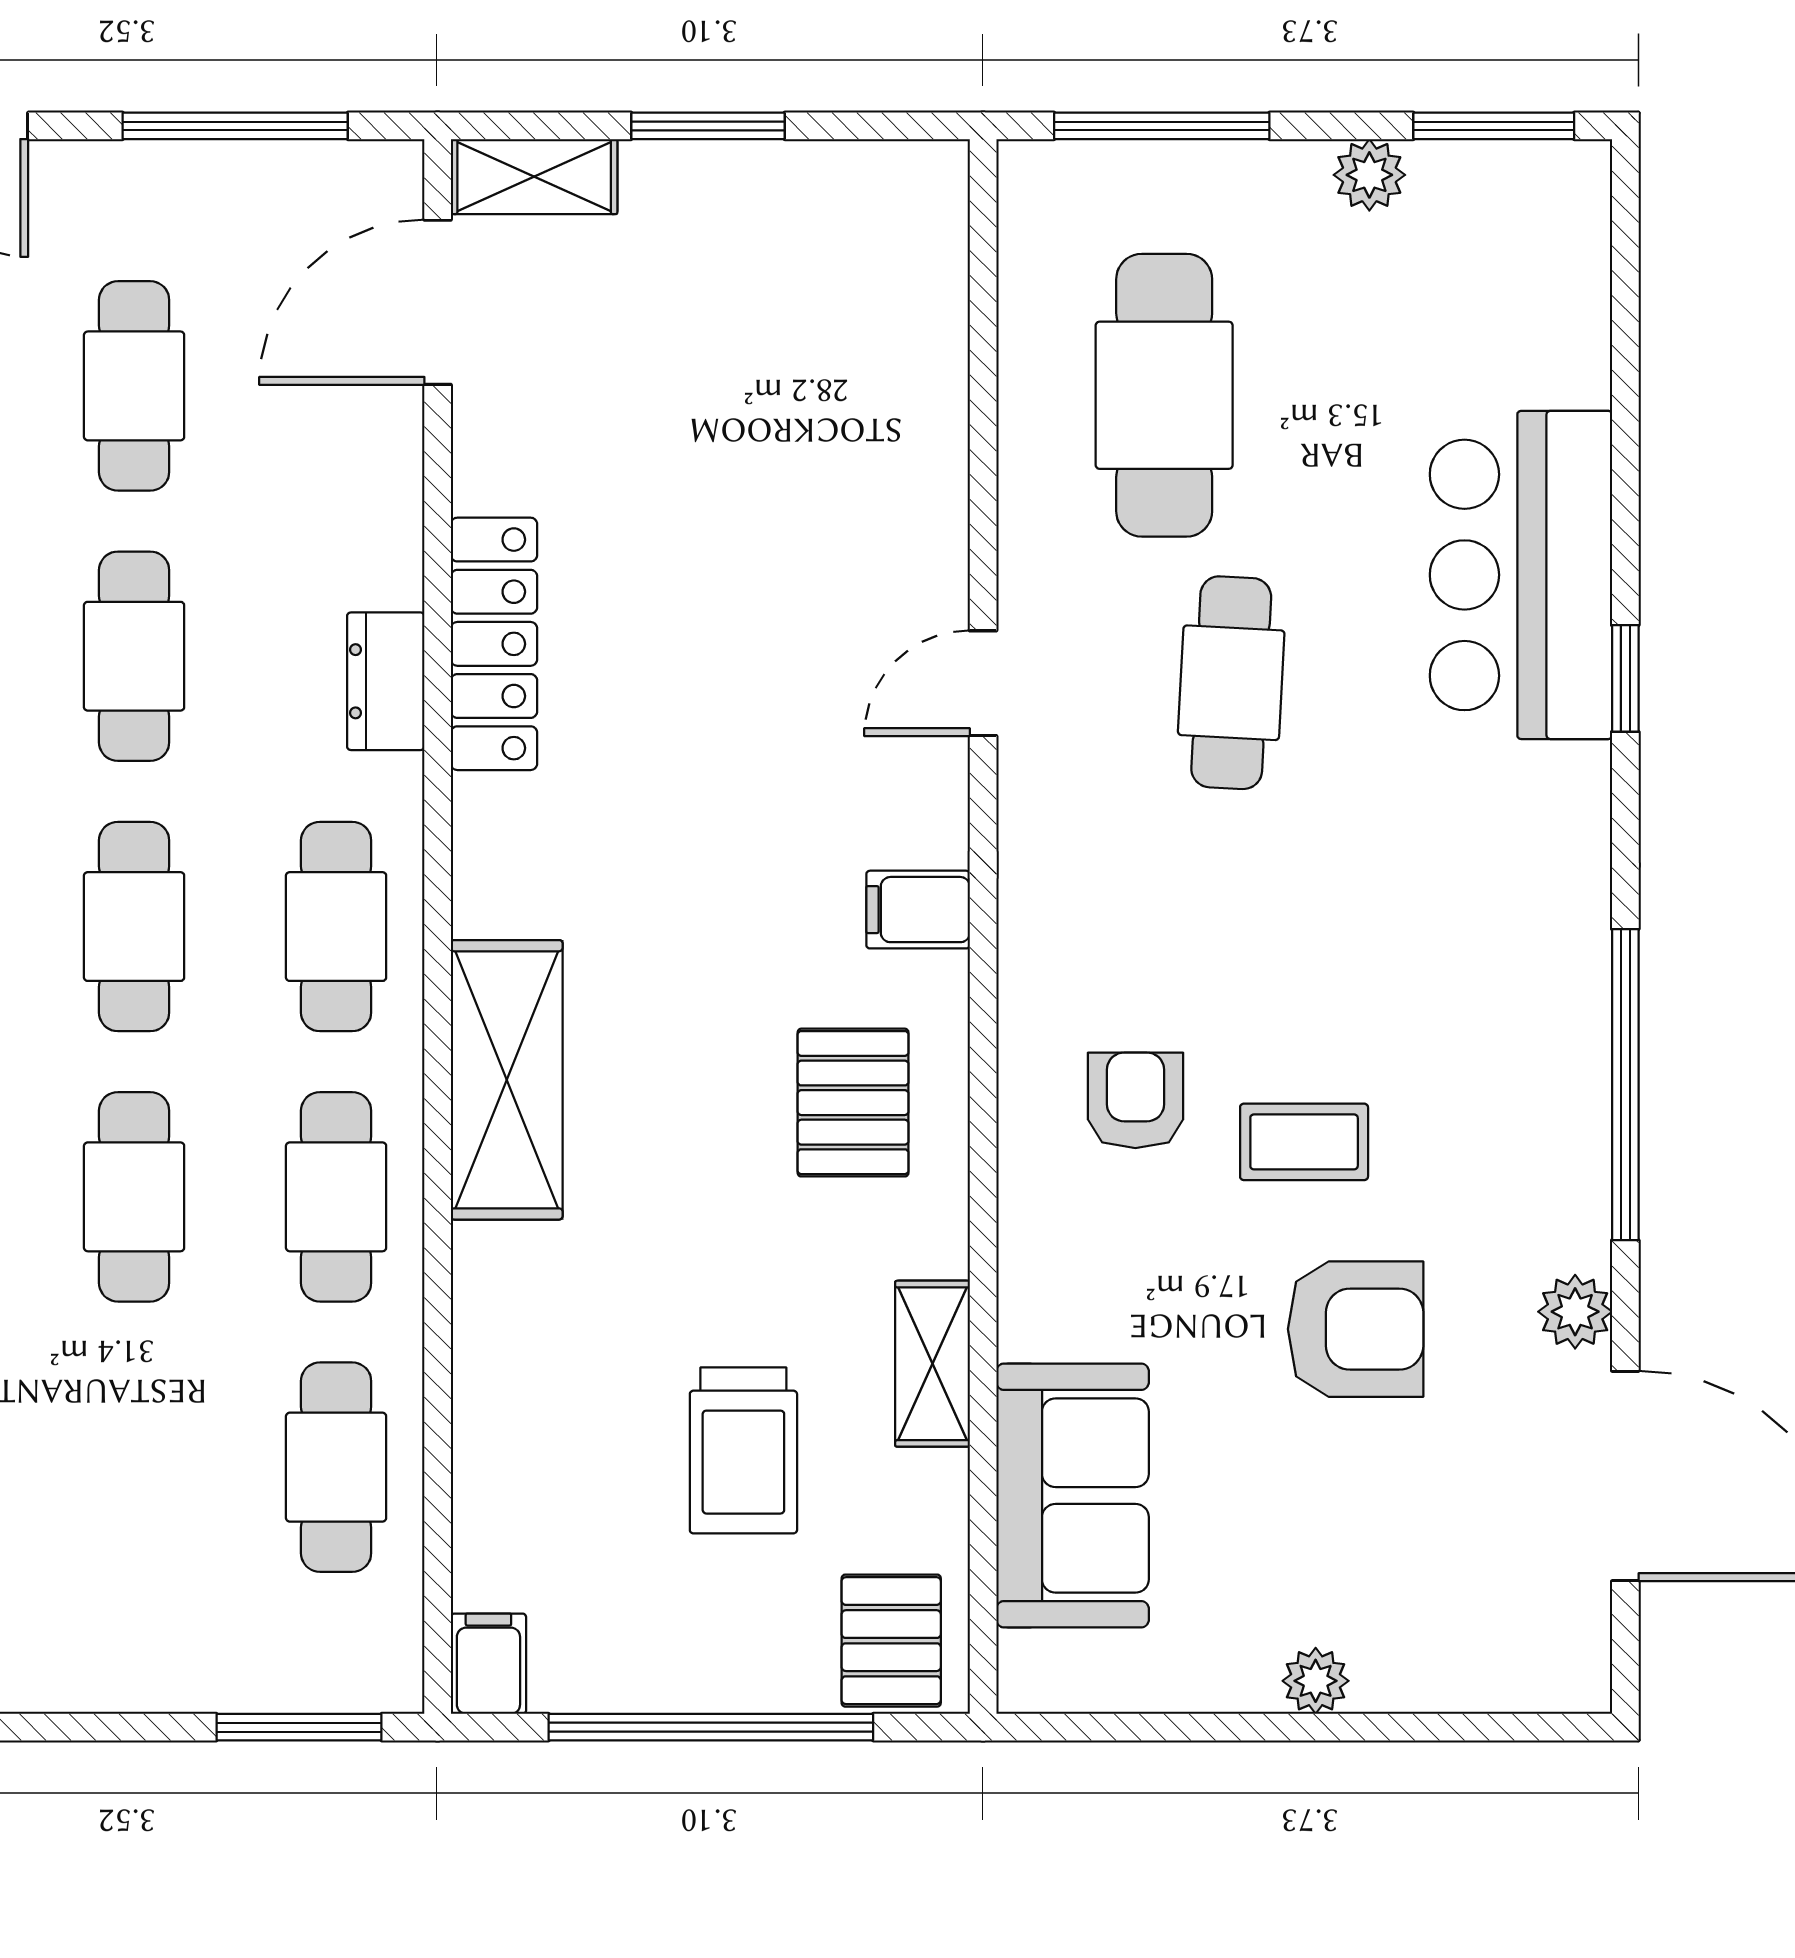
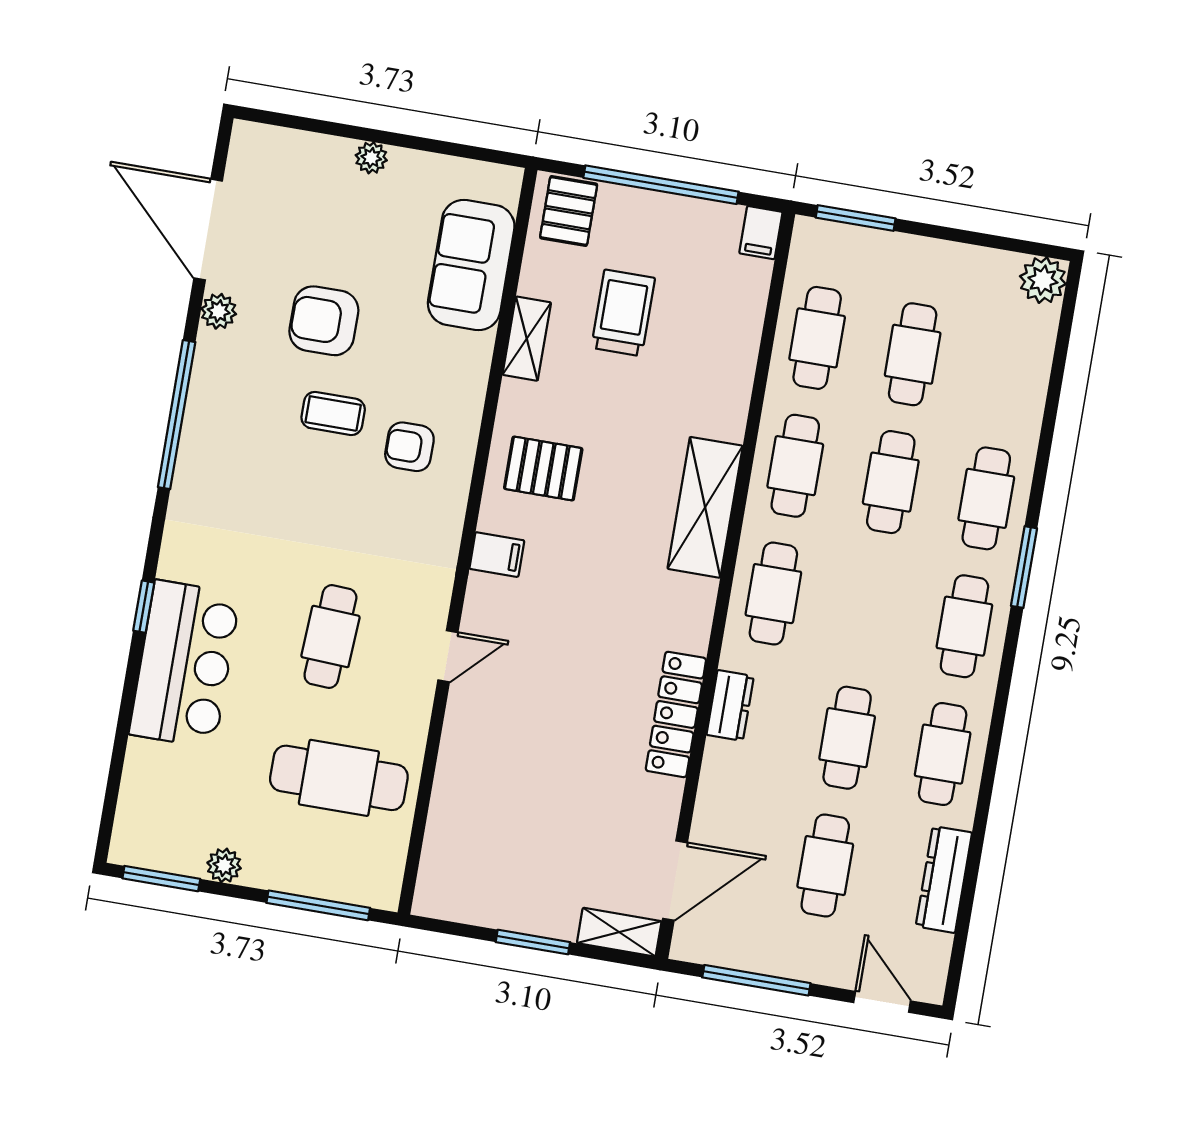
cafe table: (1164, 395) -> (339, 778), turned 90
cafe table: (134, 927) -> (913, 354), moved
armchair: (1135, 1100) -> (409, 447), turned 90
pallet: (853, 1103) -> (543, 469), turned 90

